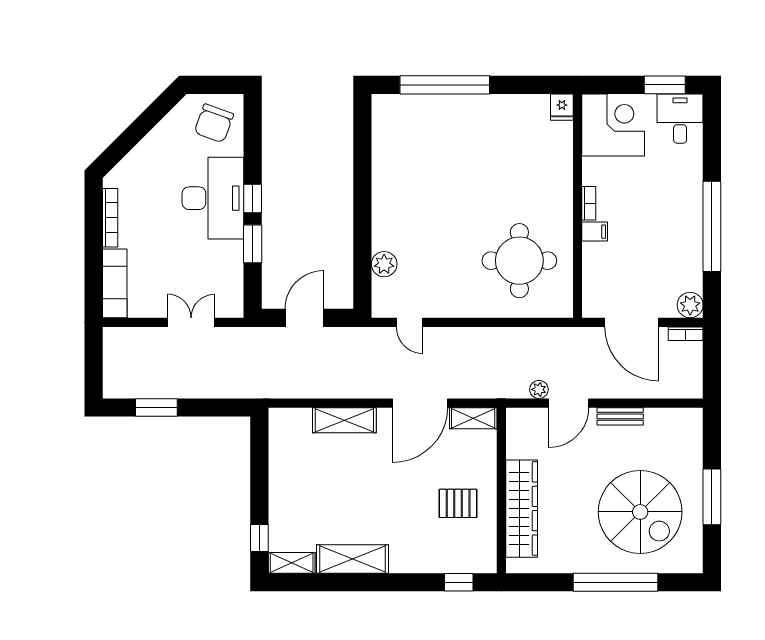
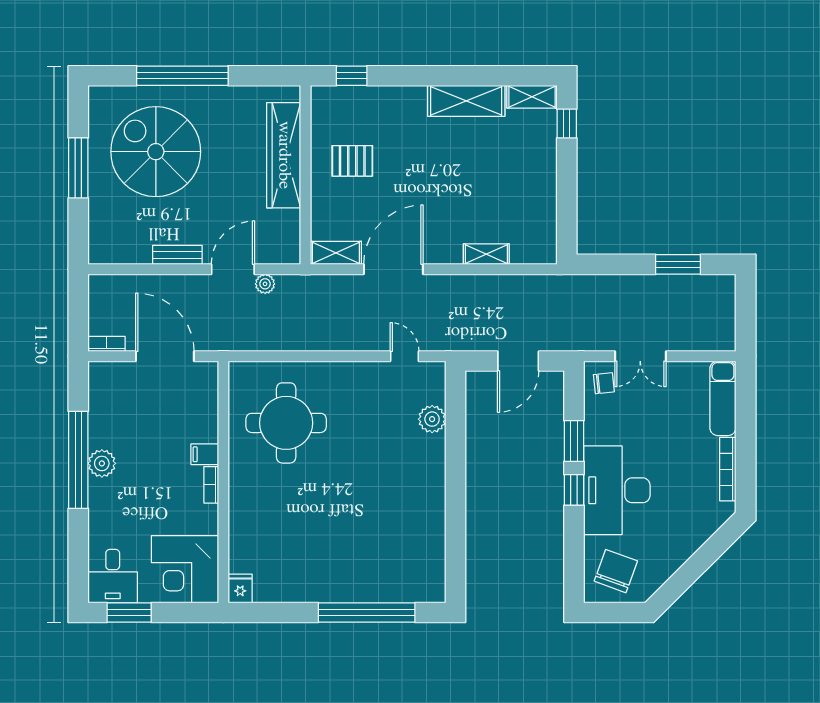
chair: (225, 297) -> (604, 383), added
plant: (690, 305) -> (102, 463), moved
shelving: (344, 420) -> (486, 254), width x0.67, depth x0.75

